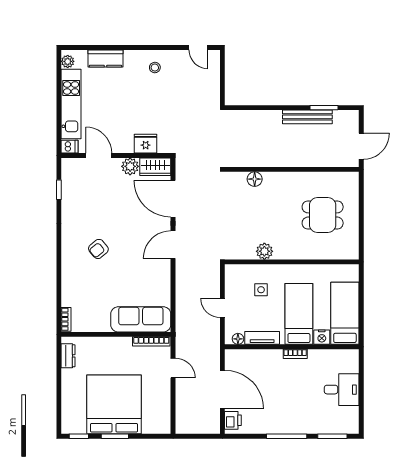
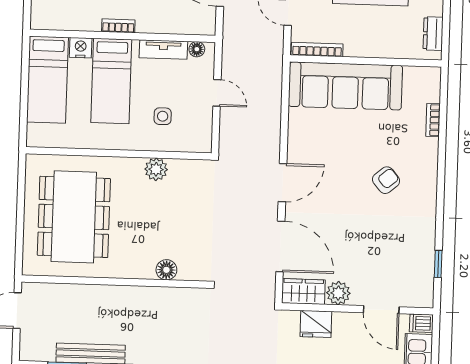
dining table: (323, 215) -> (74, 217), width x1.88, depth x1.24
bookcase: (66, 319) -> (433, 120), moved
sofa: (141, 319) -> (345, 86), width x1.36, depth x1.27

